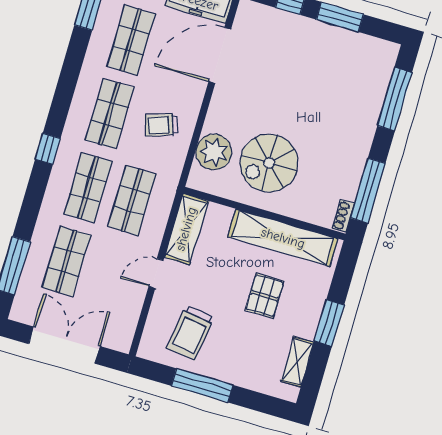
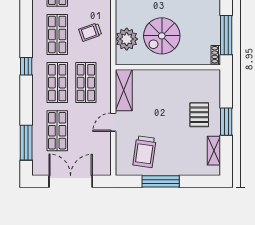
shelving: (283, 238) -> (183, 78), removed
pallet: (265, 296) -> (199, 115), moved

